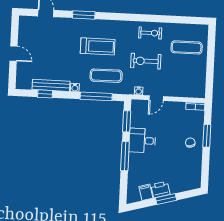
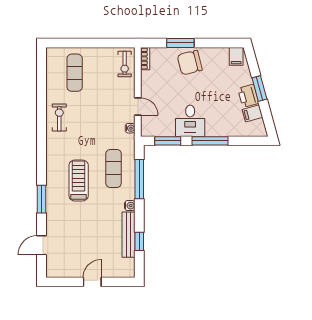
exercise bike: (146, 61) -> (125, 64), moved, width x0.73, depth x0.72
chair: (190, 143) -> (190, 63), width x1.87, depth x1.87
filing cabinet: (194, 181) -> (236, 56), added

